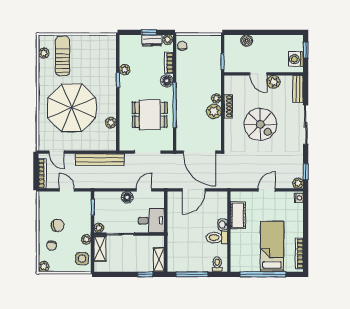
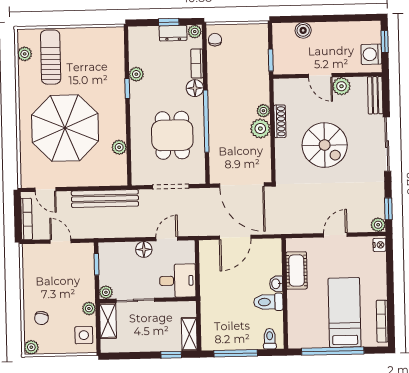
dining table: (150, 115) -> (172, 135), turned 90
chair: (57, 225) -> (49, 290), removed

